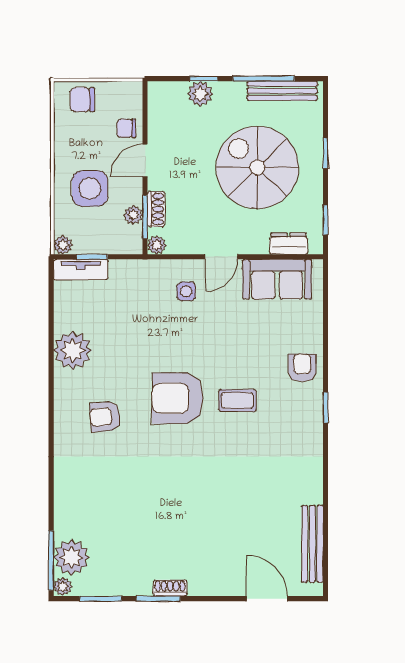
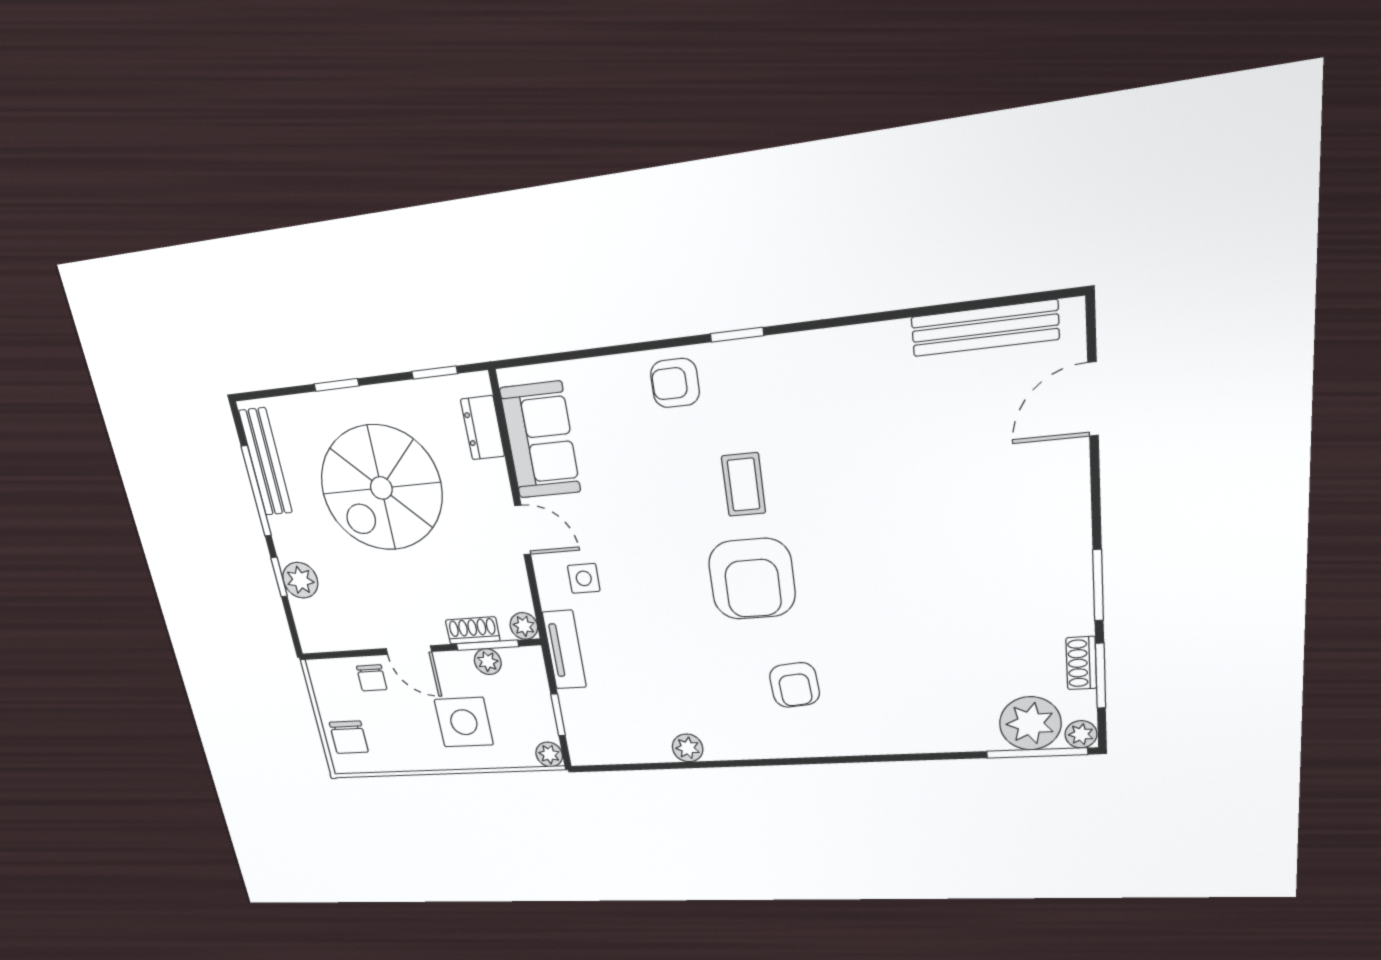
tv unit: (81, 270) -> (564, 650), moved
plant: (73, 350) -> (688, 748), width x0.53, depth x0.53
shoe rack: (170, 588) -> (1081, 663), moved

